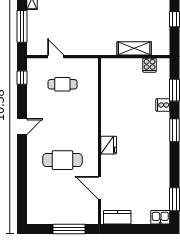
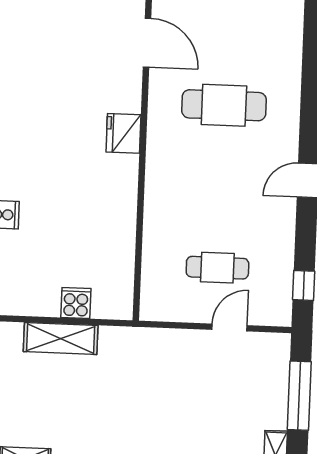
door: (56, 57) -> (230, 327), swing flipped
cooker: (149, 65) -> (76, 303), moved

